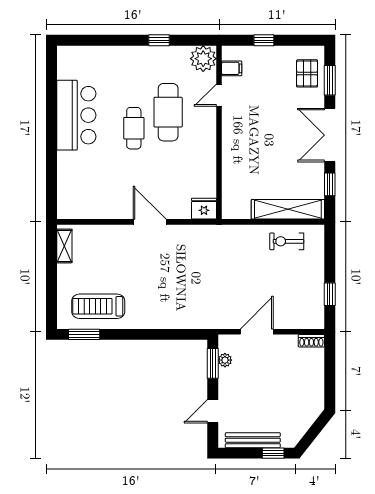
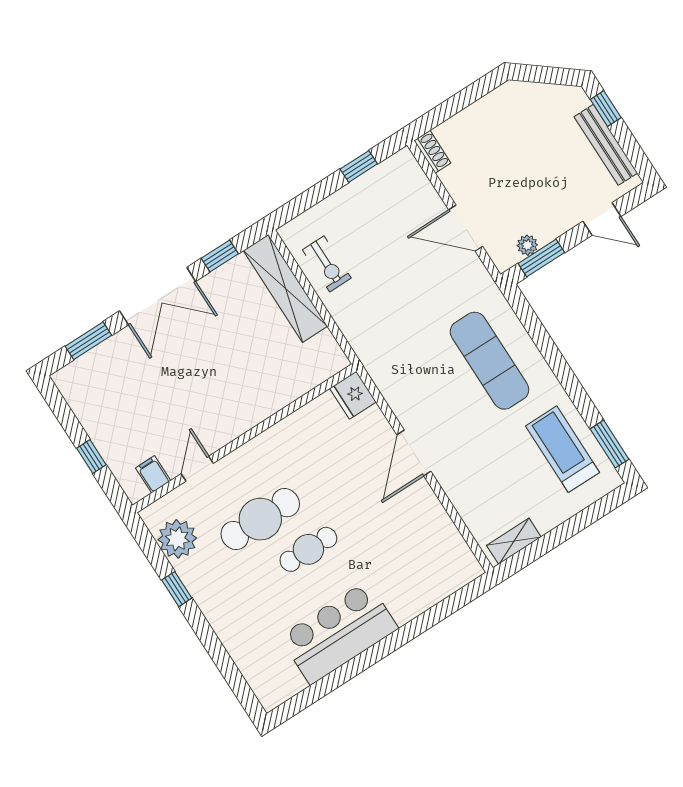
plant: (203, 59) -> (177, 539), moved
pallet: (307, 73) -> (98, 375), removed
door: (219, 95) -> (197, 469), swing flipped
exercise mat: (174, 297) -> (489, 361), added
treadmill: (98, 306) -> (562, 449), turned 180

